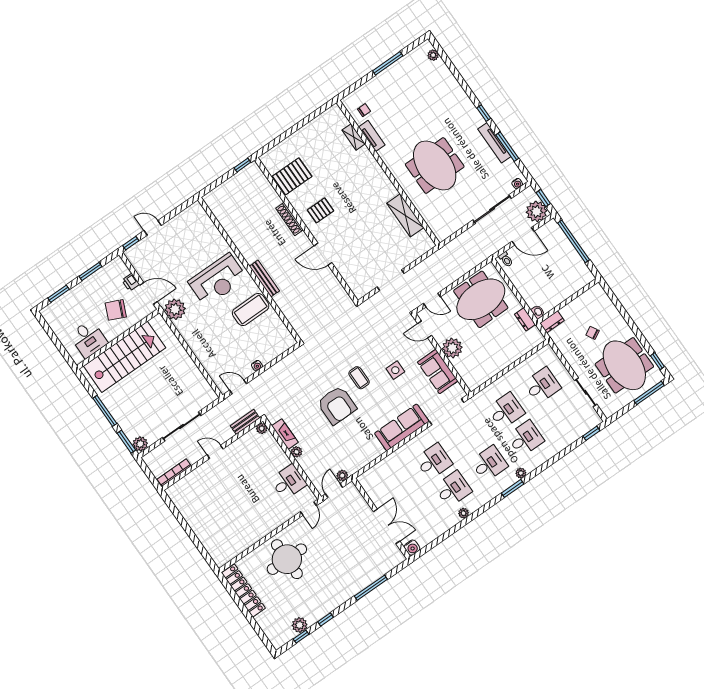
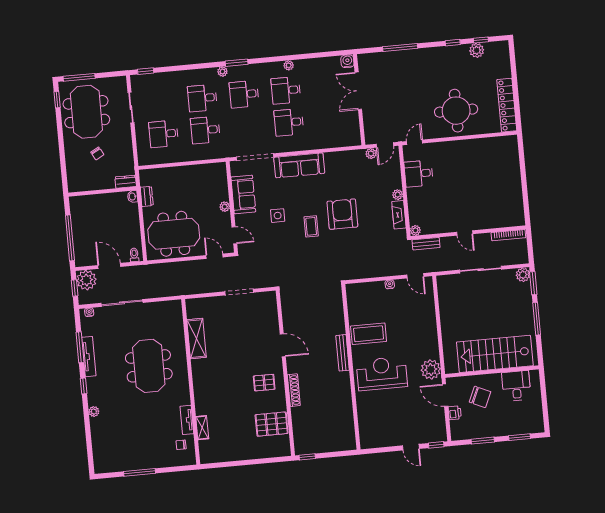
plant: (433, 55) -> (94, 412), moved
plant: (452, 348) -> (225, 207), width x0.53, depth x0.53

